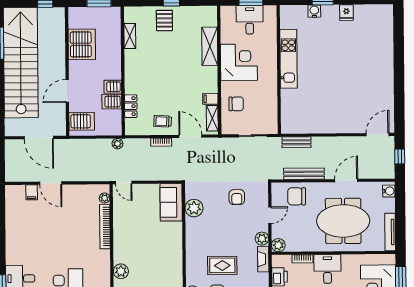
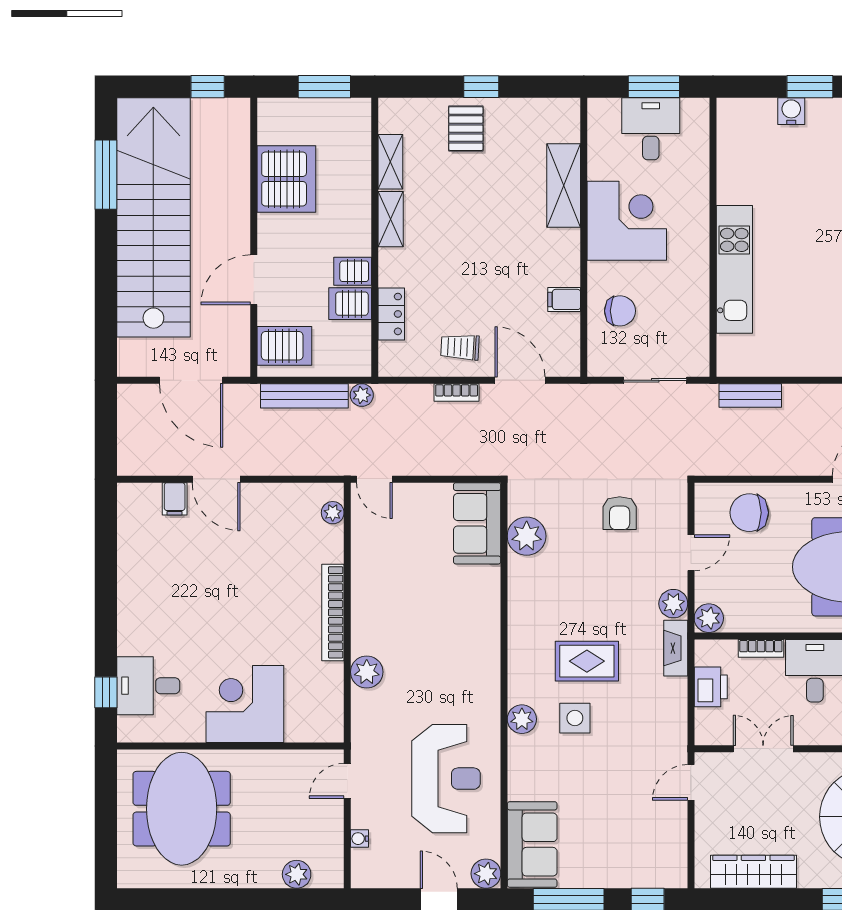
kitchen unit: (288, 59) -> (734, 269), moved
shelving: (212, 118) -> (391, 219), moved
bench: (304, 174) -> (304, 396), moved
bookcase: (105, 227) -> (333, 612), moved

